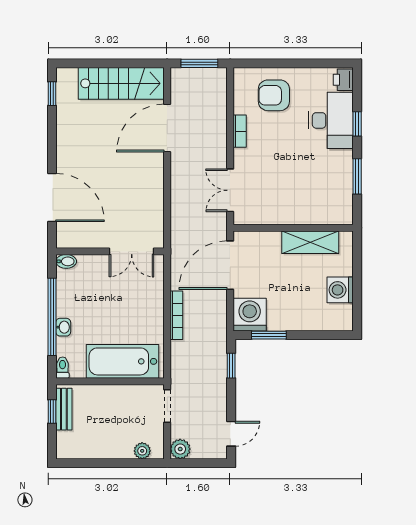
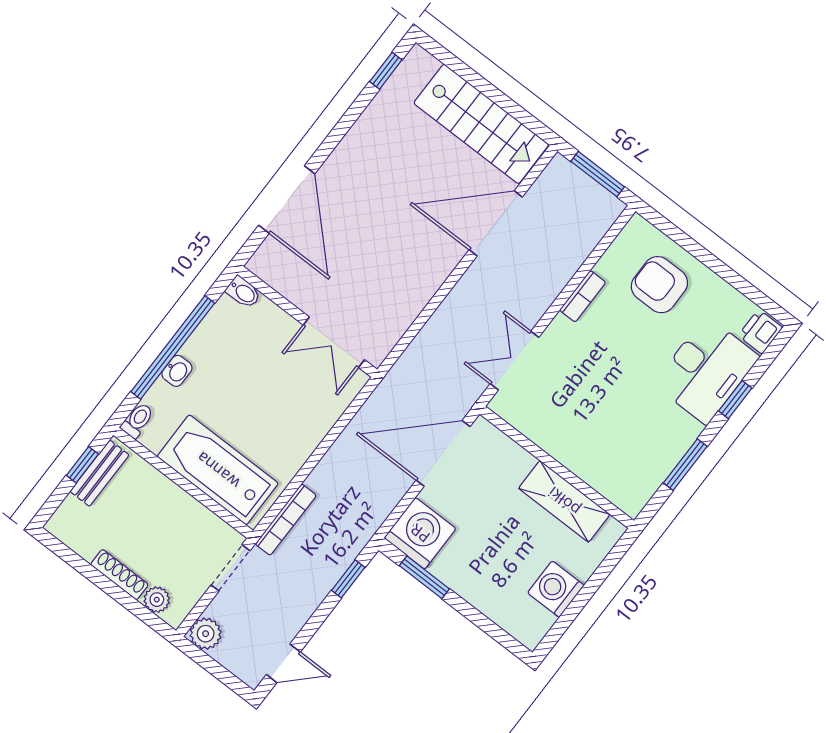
bookcase: (176, 315) -> (286, 520), moved
shoe rack: (114, 453) -> (119, 575), added

